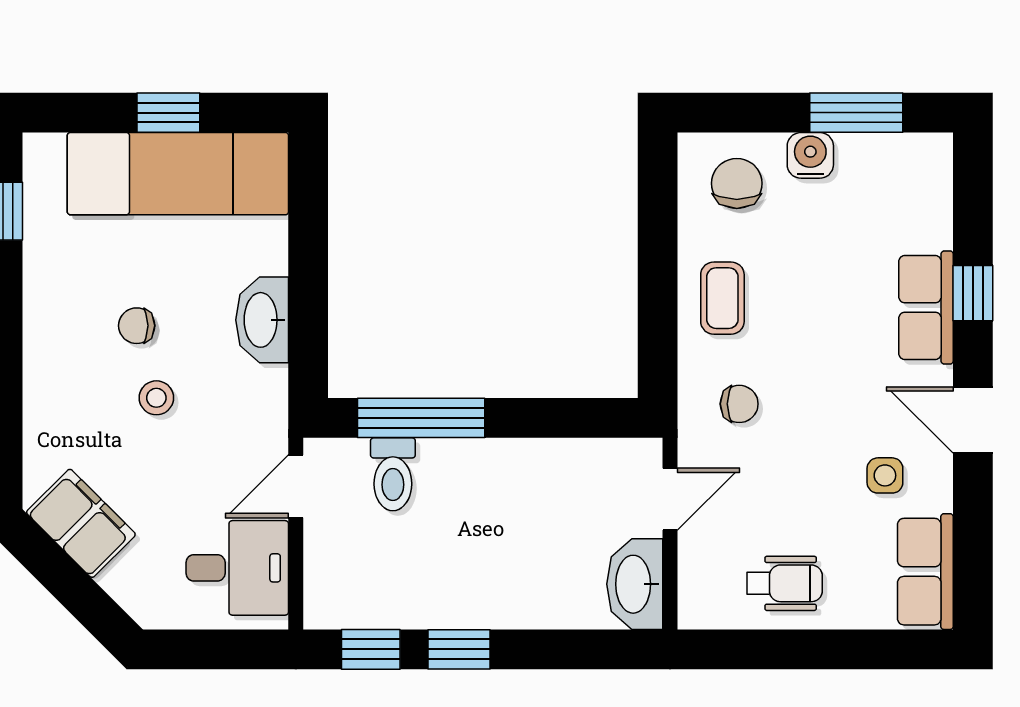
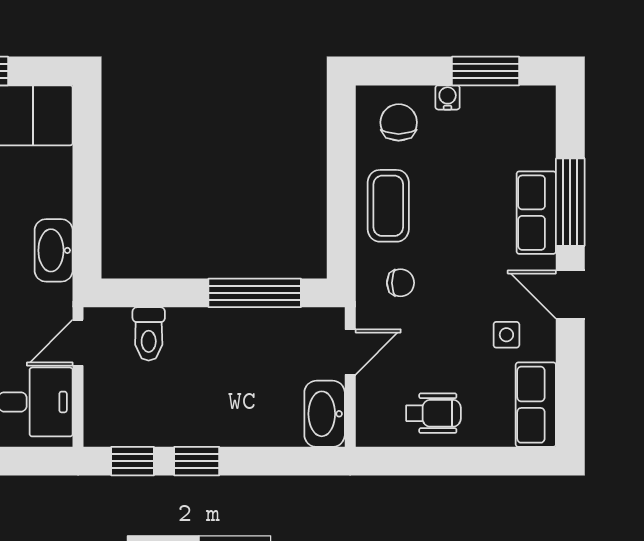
water cooler: (810, 155) -> (448, 97), width x0.72, depth x0.72
window: (973, 293) -> (570, 202), width x2.17
coffee table: (722, 298) -> (388, 206), width x1.36, depth x1.30
washbasin: (262, 320) -> (54, 250), moved
window: (421, 418) -> (255, 293), moved

